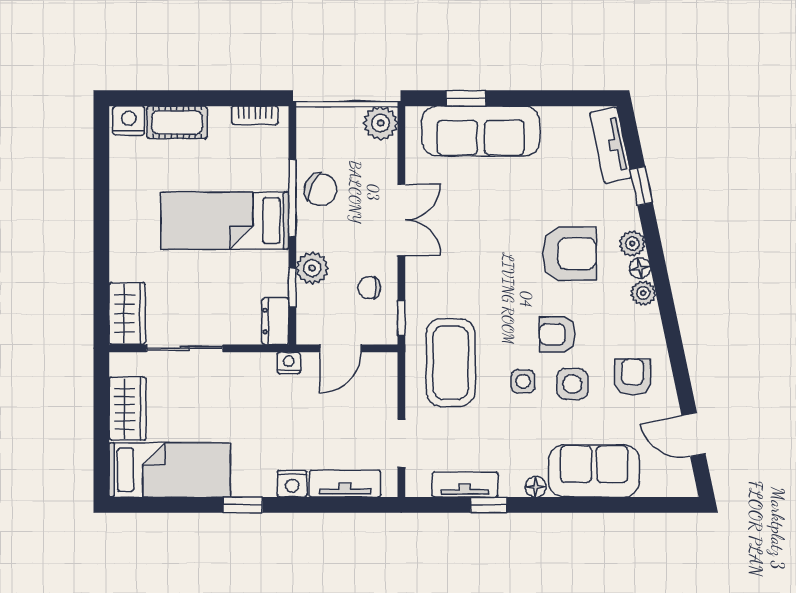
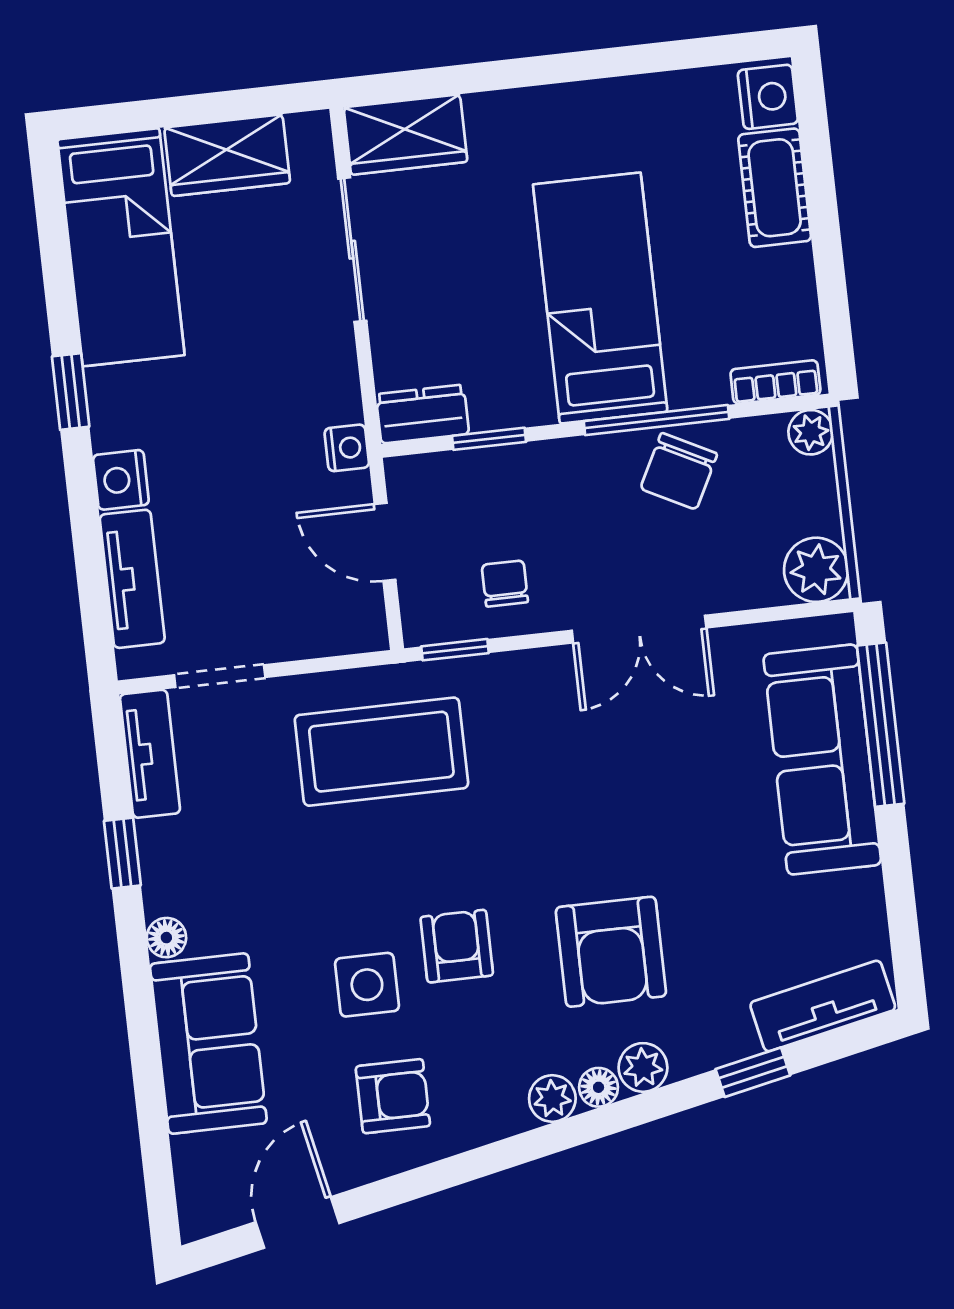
window: (466, 98) -> (881, 725), width x2.17
bookcase: (255, 115) -> (775, 382), moved, turned 90
plant: (312, 268) -> (811, 432), moved, width x0.73, depth x0.73
side table: (523, 381) -> (361, 891), removed
tv unit: (465, 485) -> (150, 754), moved

